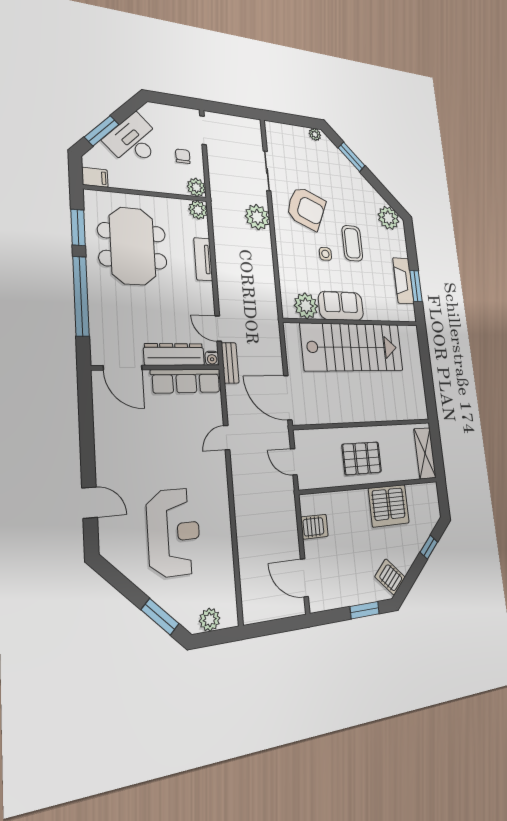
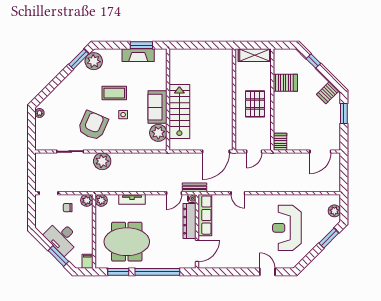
window: (352, 157) -> (79, 59), moved
stairs: (353, 347) -> (179, 112), width x0.73, depth x0.66
door: (90, 503) -> (267, 272), hinge flipped
server rack: (389, 506) -> (285, 83), width x0.62
server rack: (314, 527) -> (280, 142), moved
reception desk: (174, 532) -> (287, 228), turned -90

